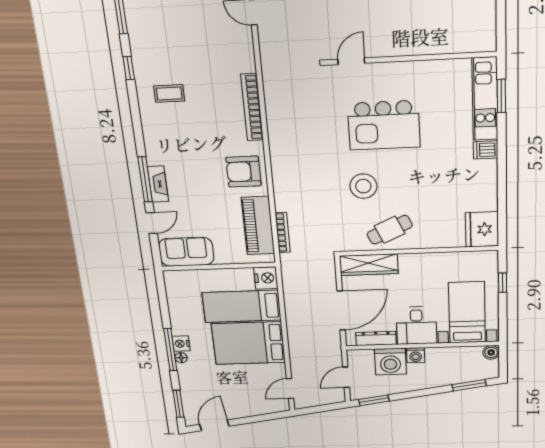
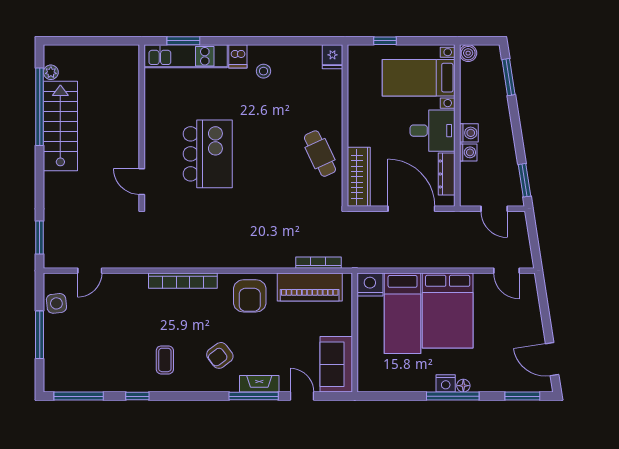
armchair: (181, 146) -> (220, 355), added
stool: (363, 186) -> (264, 71), moved, width x0.53, depth x0.53
fridge: (482, 229) -> (332, 57), width x0.53, depth x0.75
washing machine: (390, 362) -> (468, 152), width x0.53, depth x0.53

